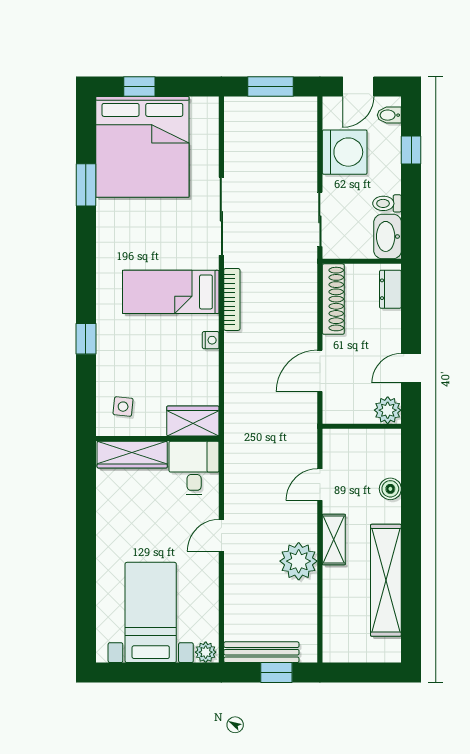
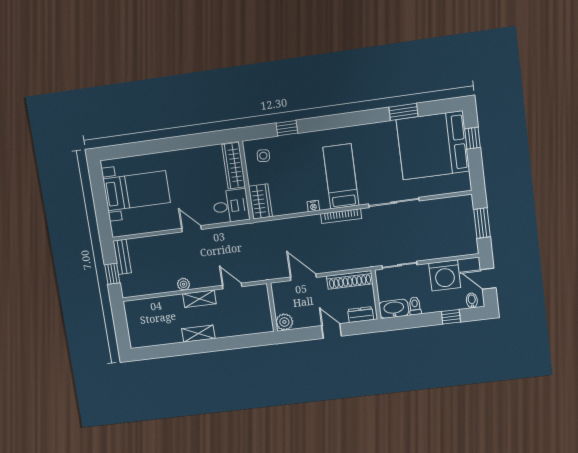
window: (86, 339) -> (287, 128), moved
door: (411, 368) -> (332, 331), moved
boiler: (390, 489) -> (236, 329), removed
plant: (299, 561) -> (184, 284), width x0.53, depth x0.53
shelving: (386, 580) -> (198, 334), width x0.45, depth x0.75
plant: (206, 652) -> (118, 228), removed
bench: (261, 652) -> (122, 257), width x0.73

